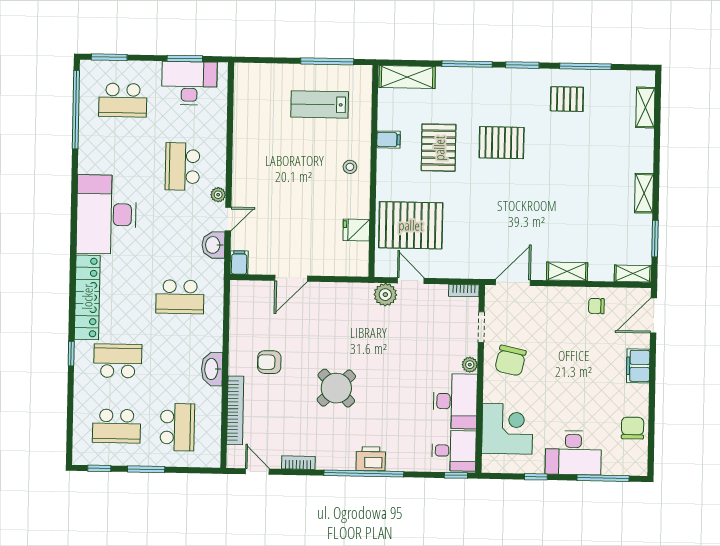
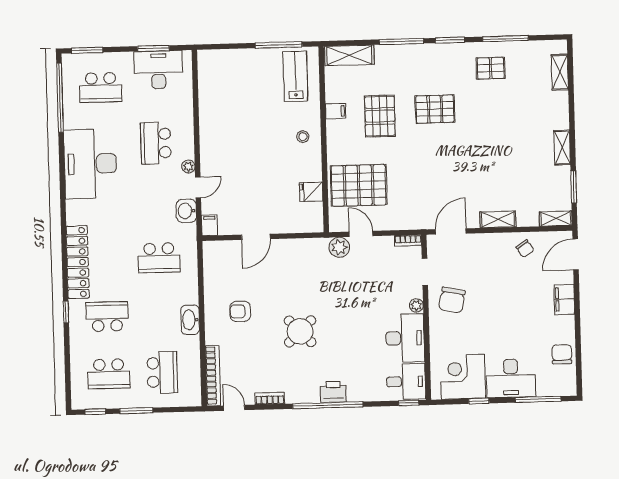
lab bench: (320, 104) -> (295, 76), moved, turned 90
desk: (106, 214) -> (90, 164), moved
chair: (596, 306) -> (525, 249), turned -124
bookcase: (235, 410) -> (213, 376), moved
corner desk: (507, 429) -> (463, 377), moved, turned -90

